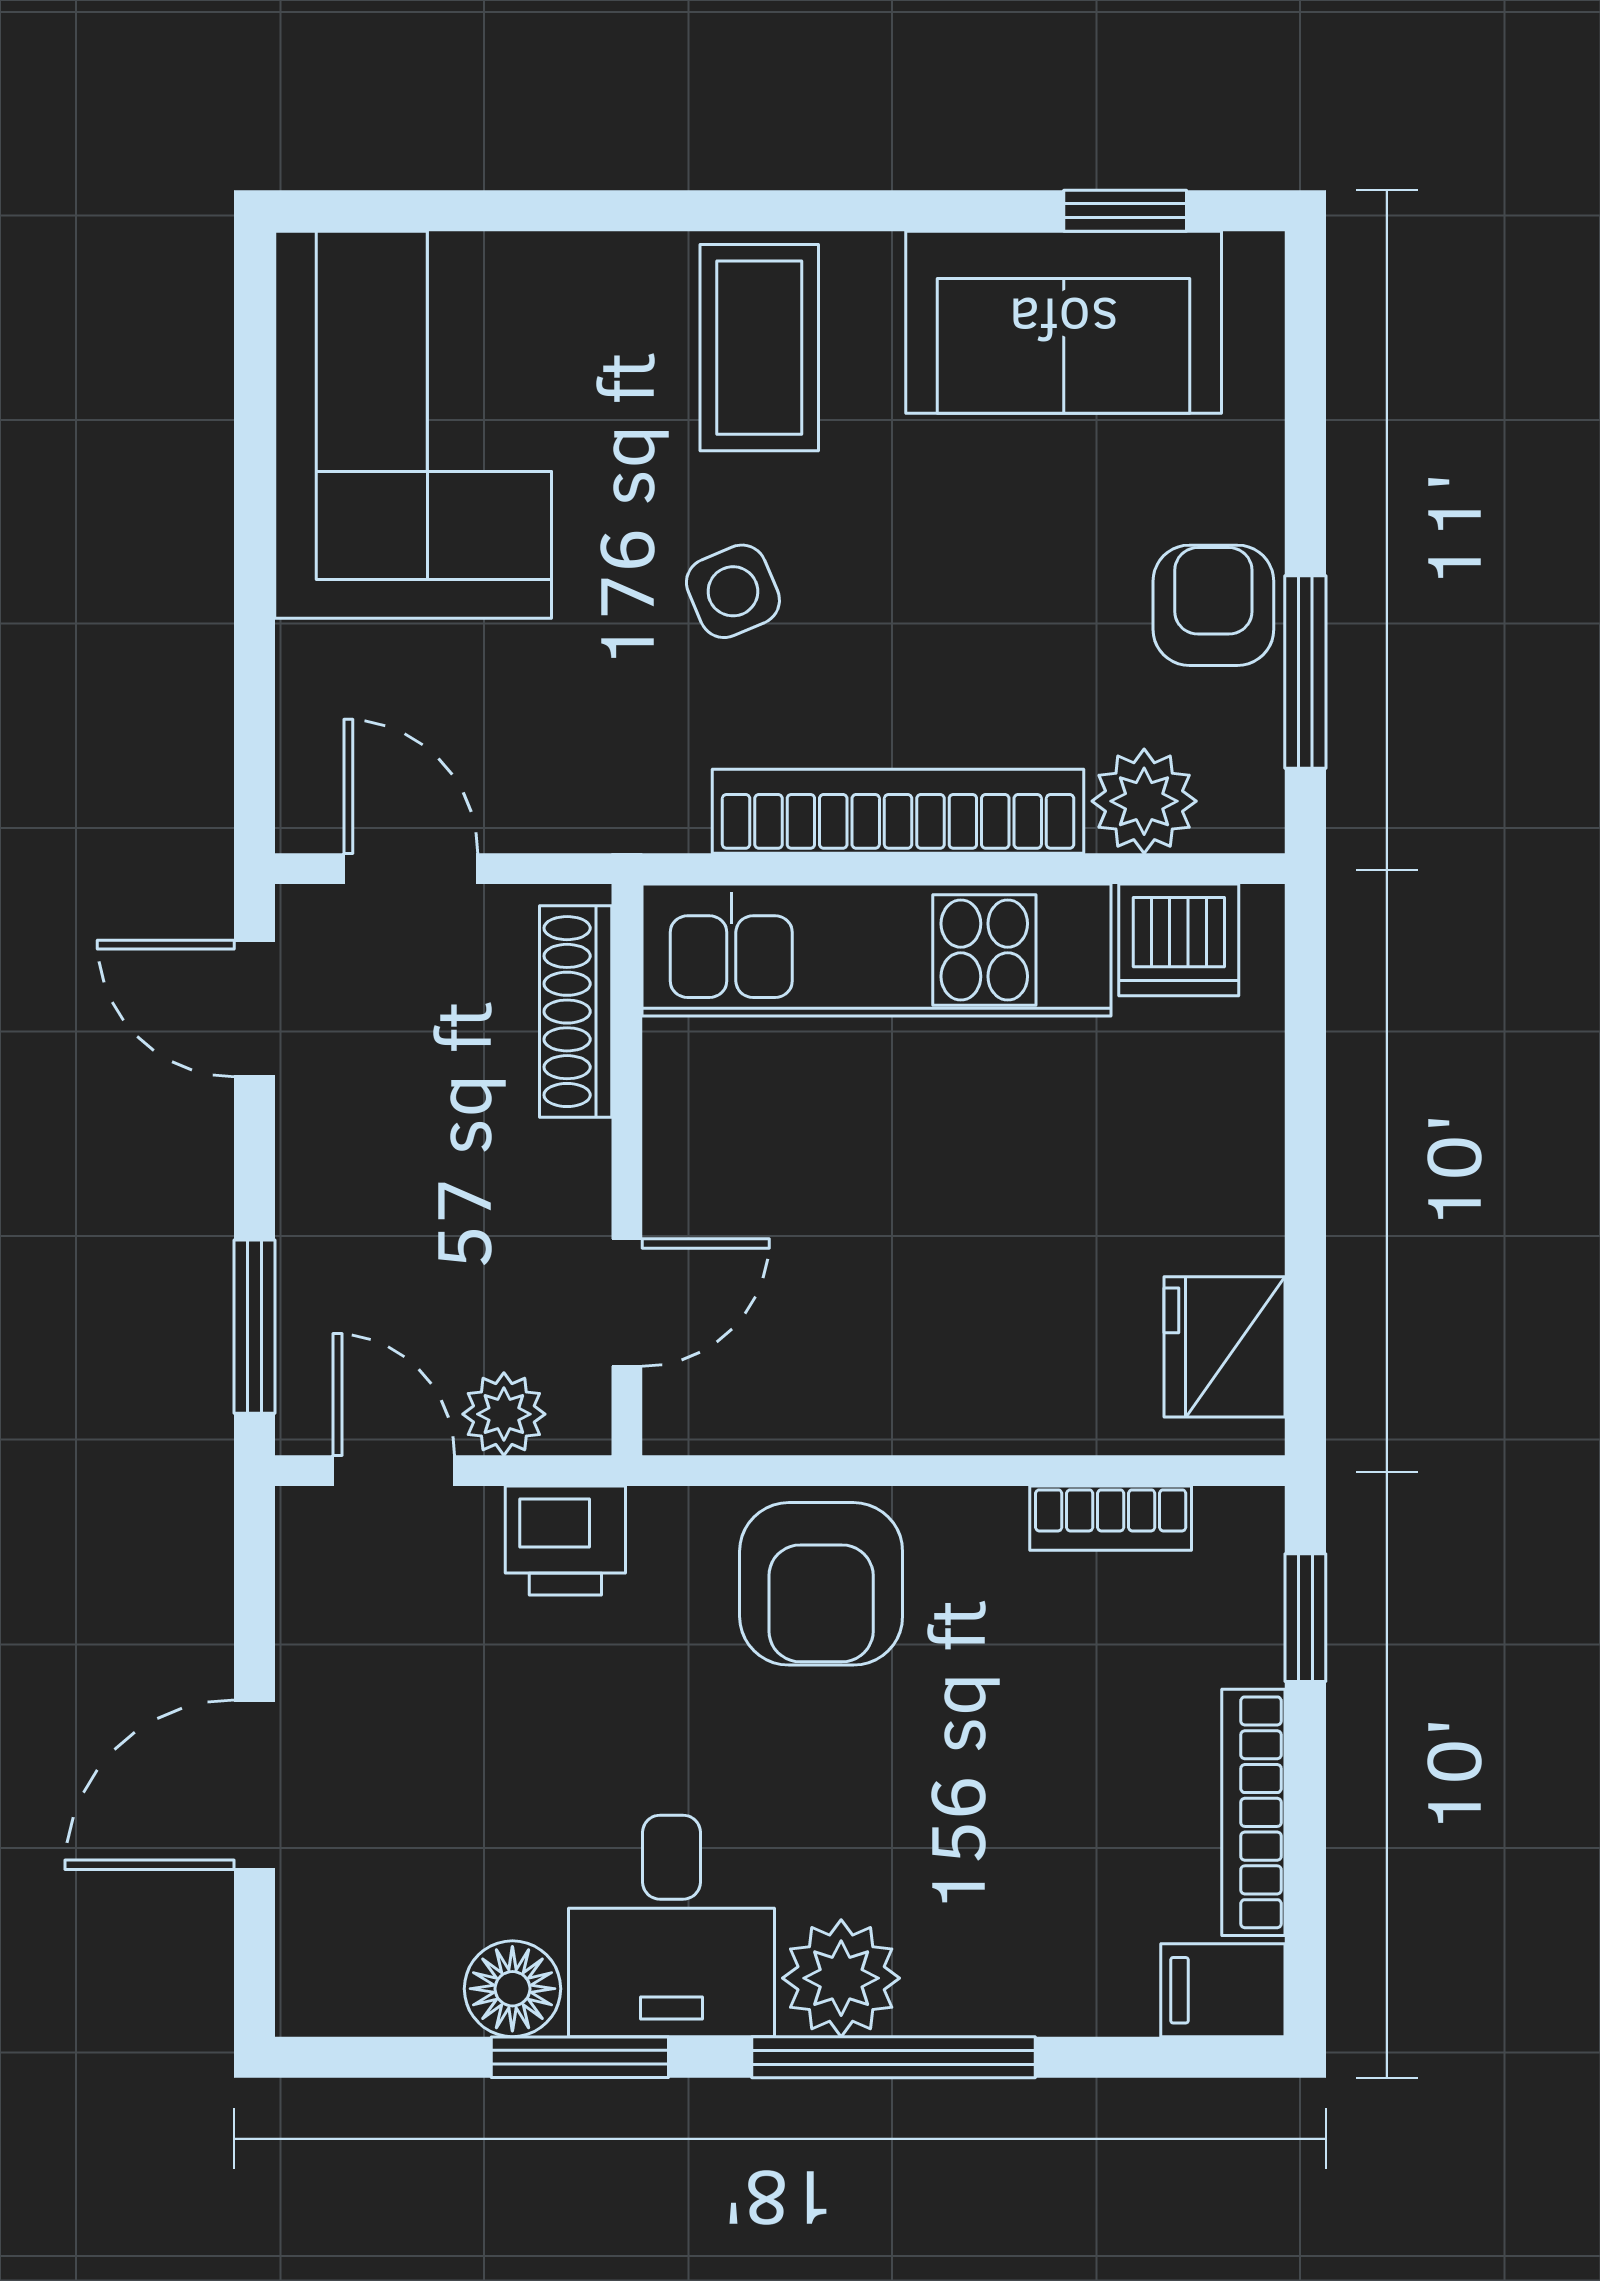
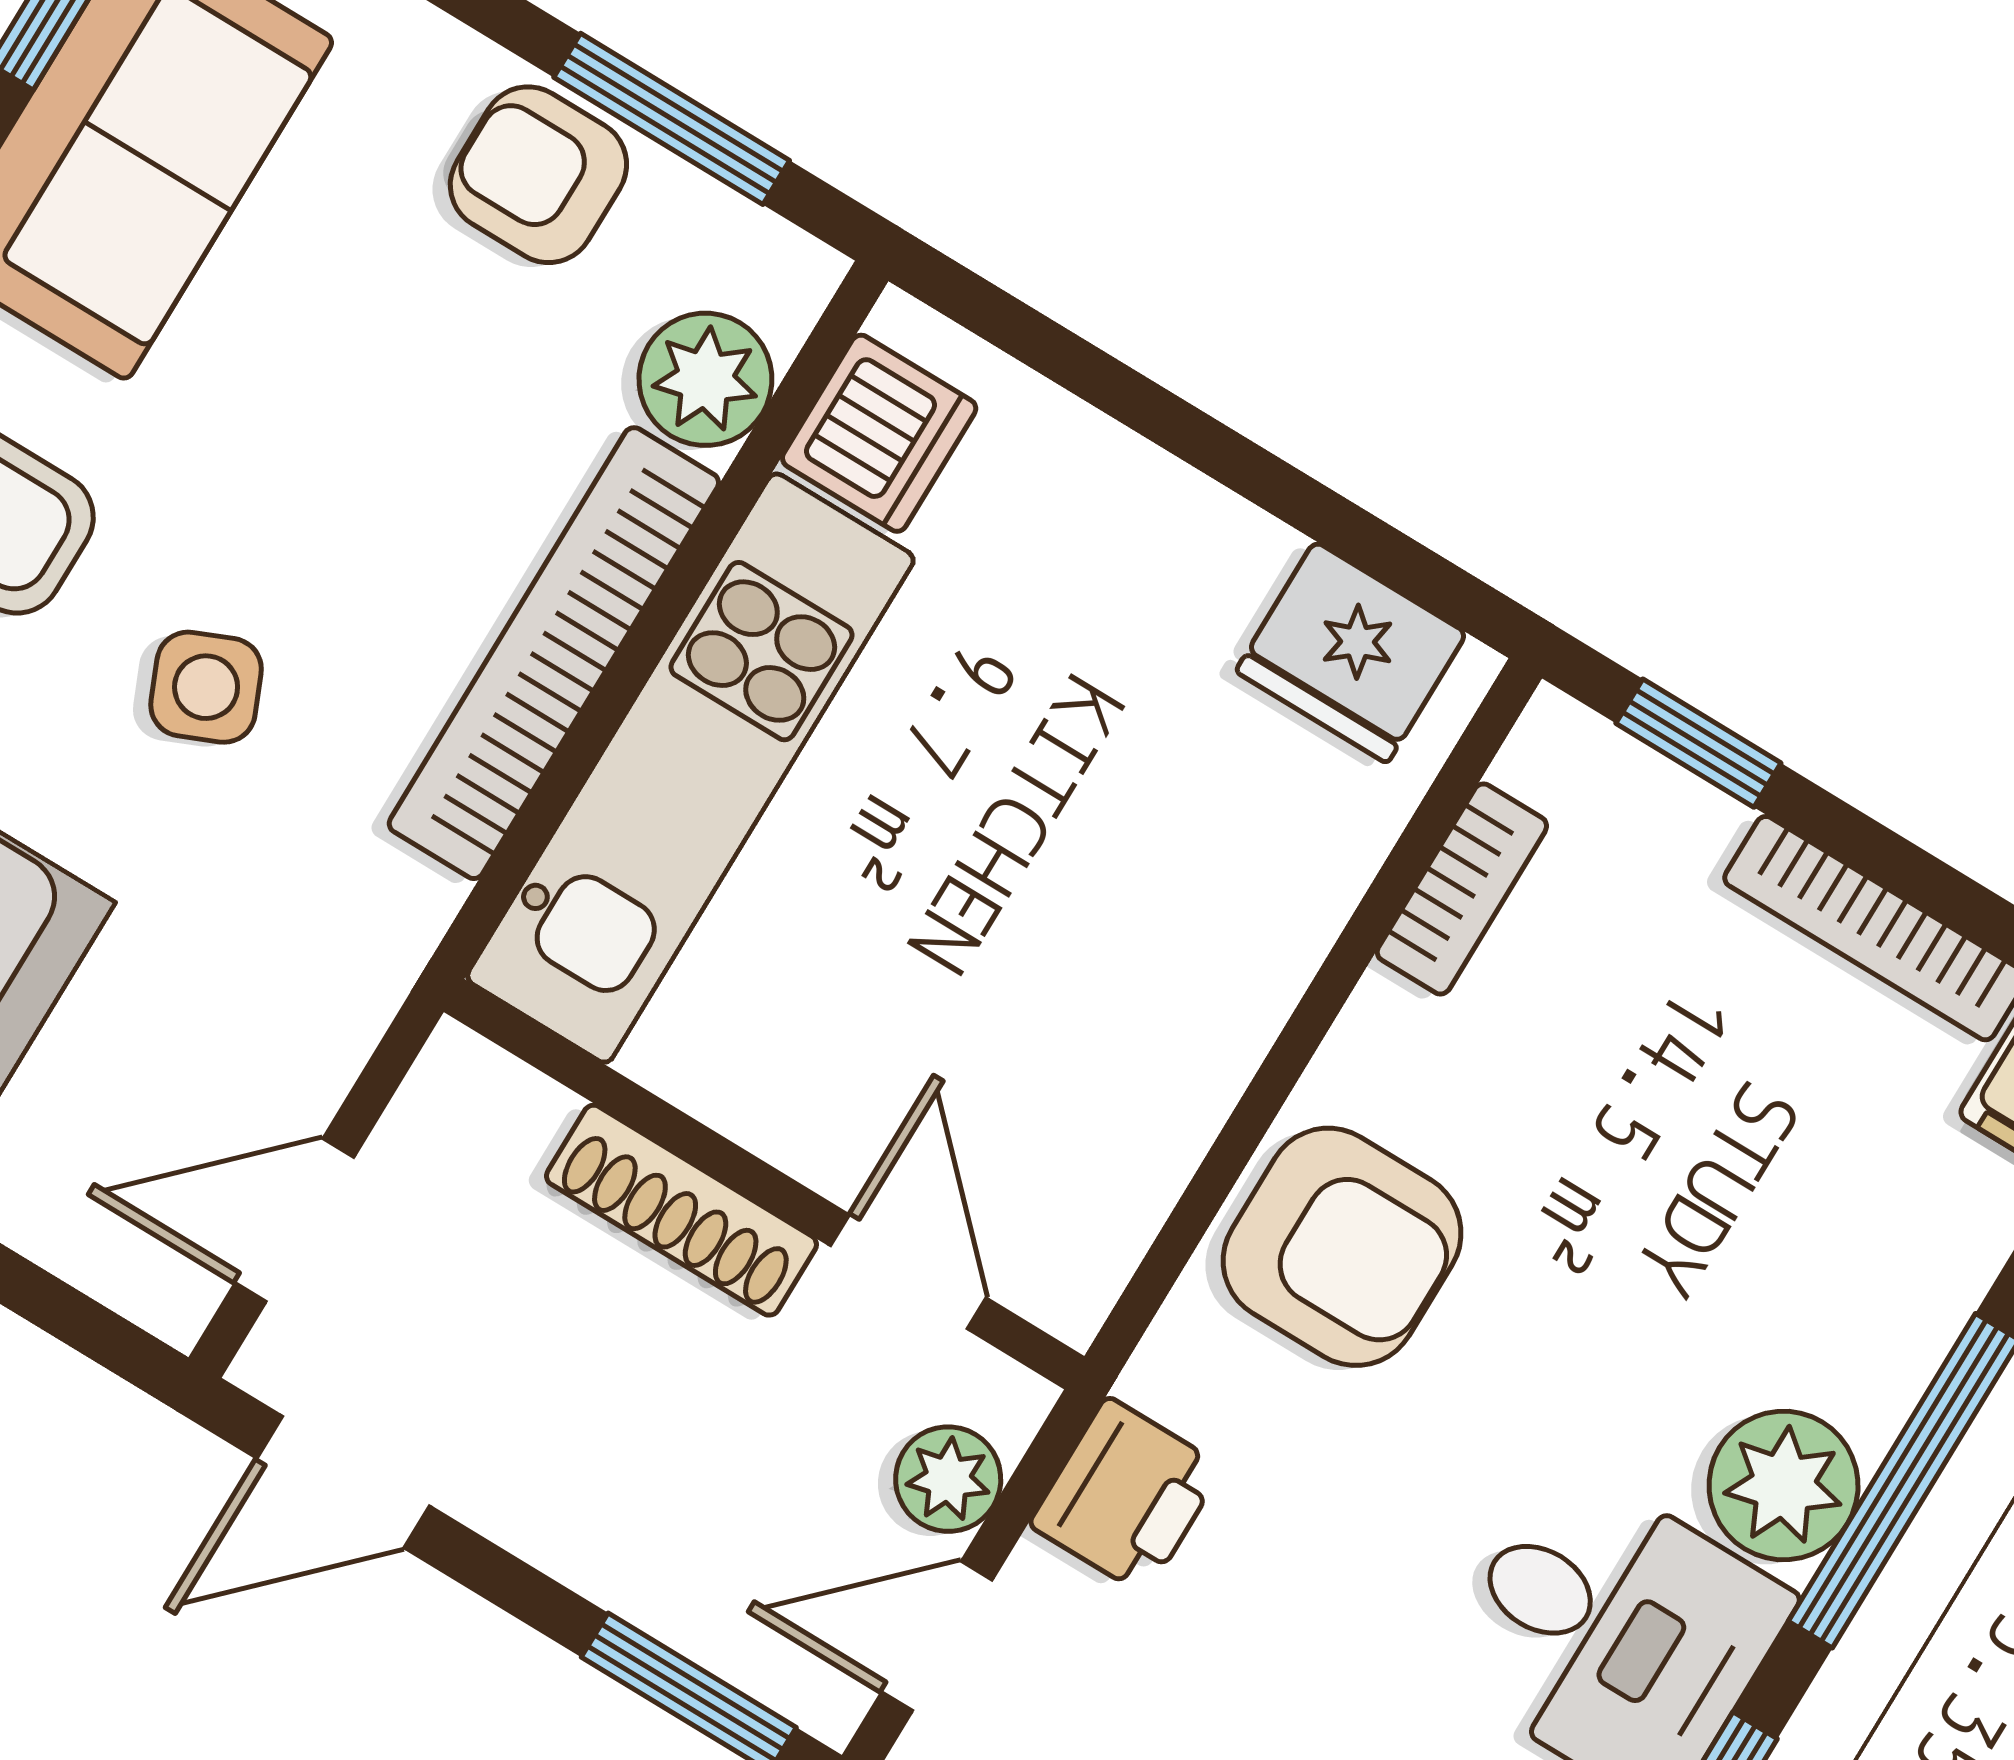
shoe rack: (576, 1012) -> (681, 1210), moved

